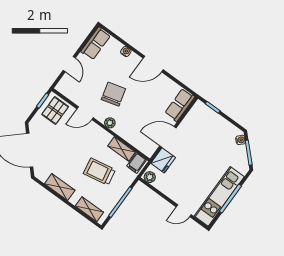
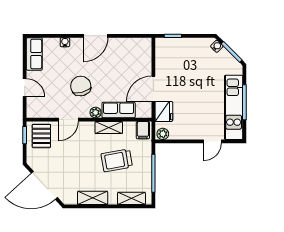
row of seats: (180, 105) -> (119, 110), moved, turned 90
shelving: (122, 149) -> (109, 128), moved

